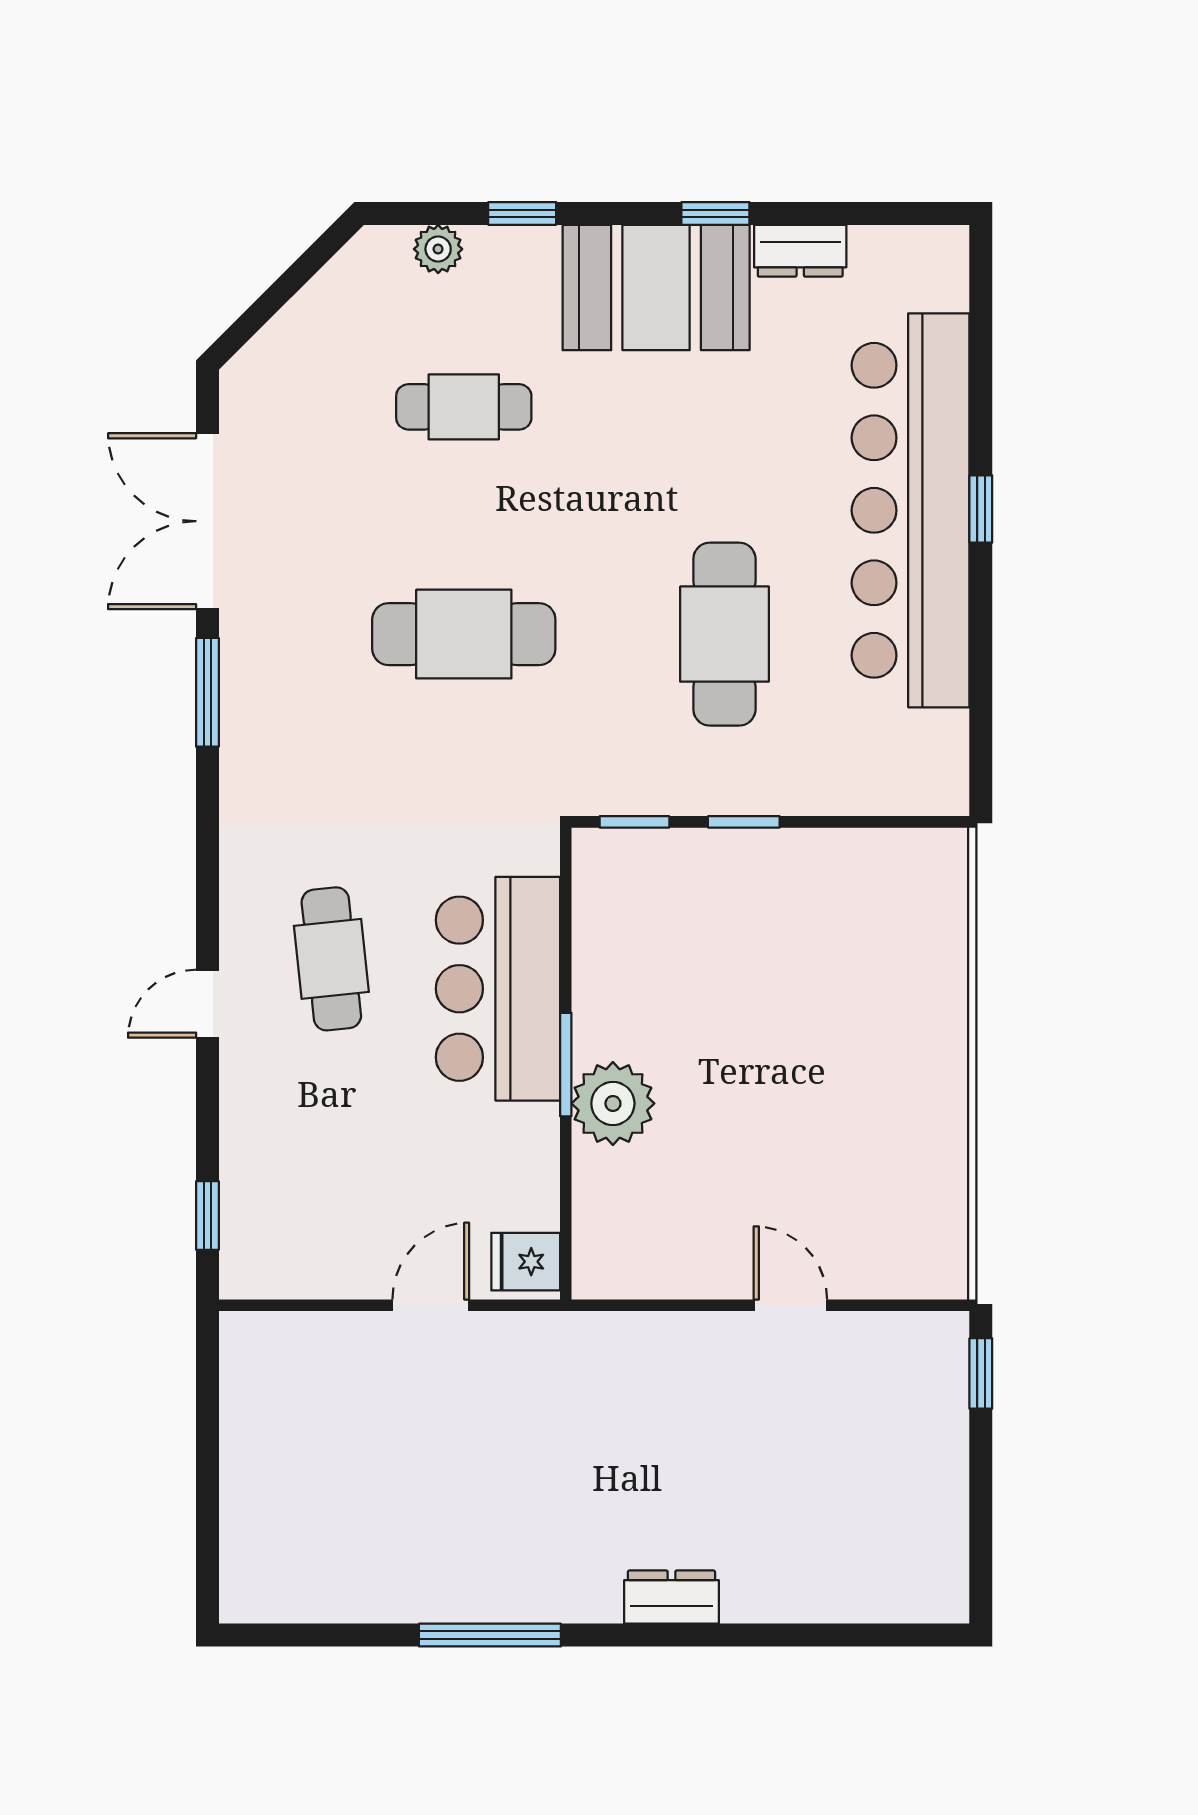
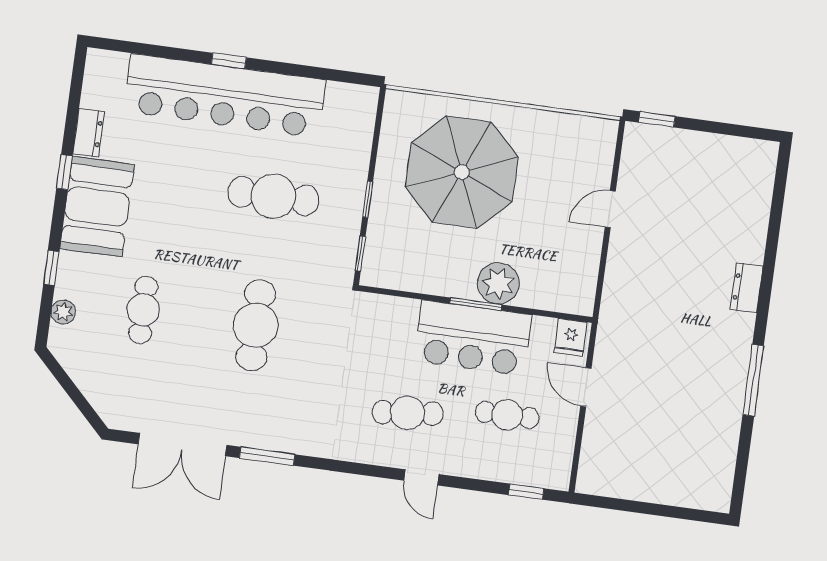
bar counter: (498, 989) -> (473, 338), moved
parasol: (824, 1001) -> (462, 172), added
cafe table: (354, 1157) -> (507, 415), added

